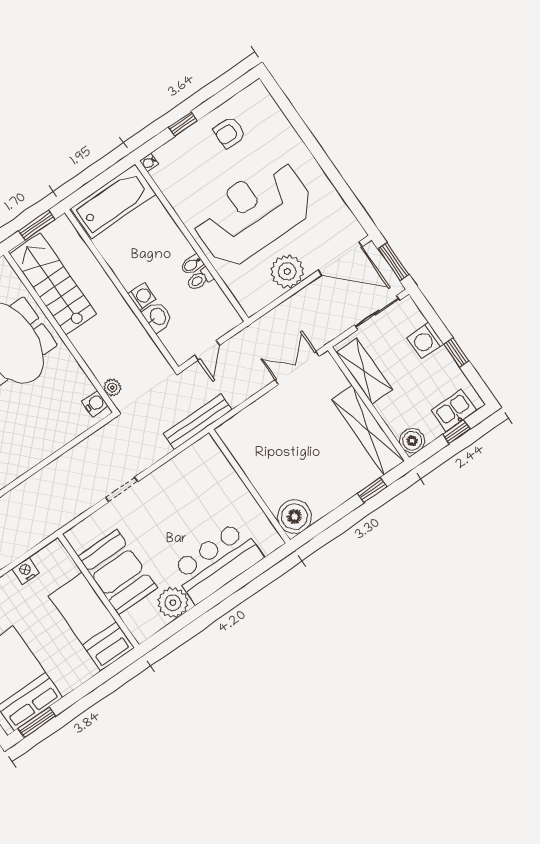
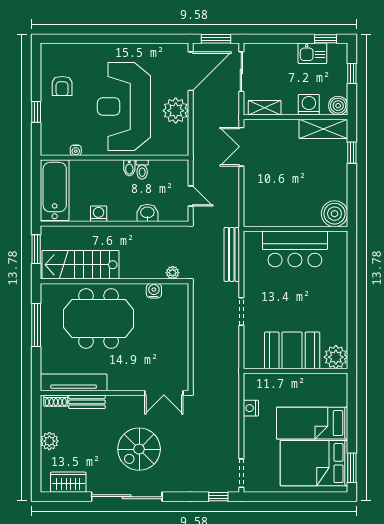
water cooler: (149, 162) -> (76, 150), moved
washing machine: (142, 296) -> (99, 214), moved
washing machine: (425, 341) -> (309, 105), moved, turned 180
window: (456, 353) -> (325, 39), moved
shelving: (364, 371) -> (265, 108), width x0.67, depth x0.75
water cooler: (95, 404) -> (154, 291), moved
kitchen sink: (454, 411) -> (312, 53), moved, turned -90
bench: (198, 422) -> (232, 254), moved
shelving: (368, 430) -> (323, 129), width x0.68
bar counter: (217, 562) -> (295, 249), moved, turned -90
plant: (173, 603) -> (336, 357), moved
bed: (91, 622) -> (312, 423), moved

